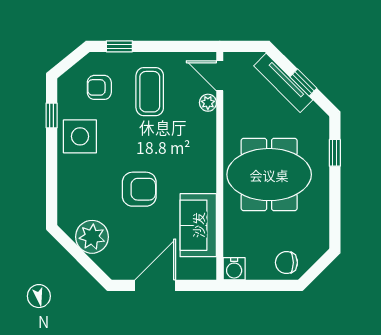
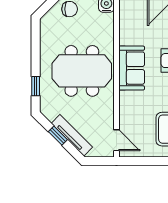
plant: (208, 103) -> (125, 121), removed
sofa: (198, 225) -> (132, 68), moved

